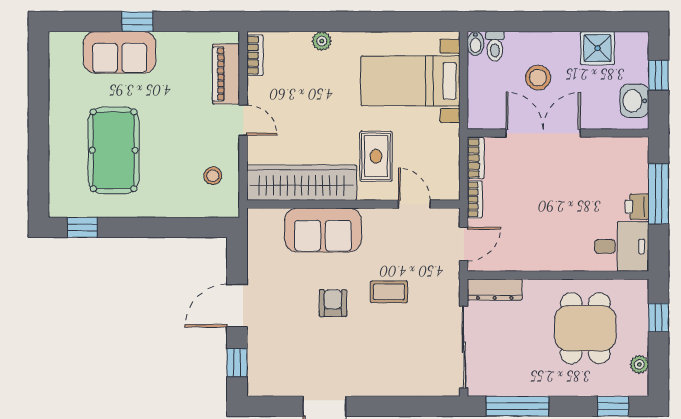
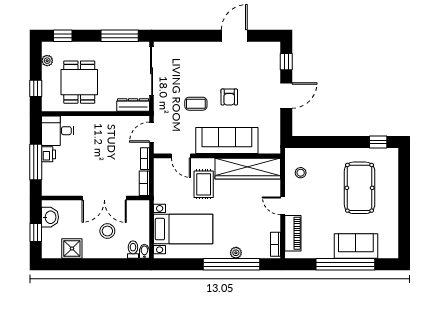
window: (137, 22) -> (345, 264), width x3.17
window: (329, 22) -> (232, 264), added
sofa: (323, 230) -> (227, 140), width x1.36

